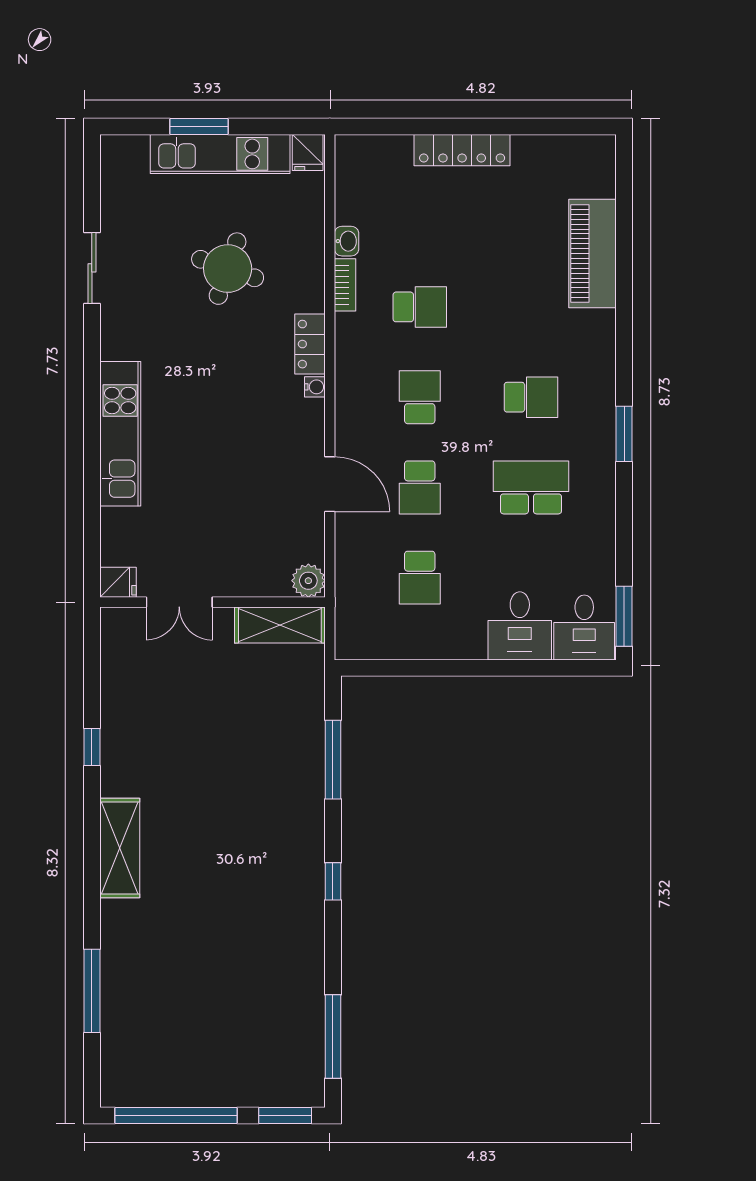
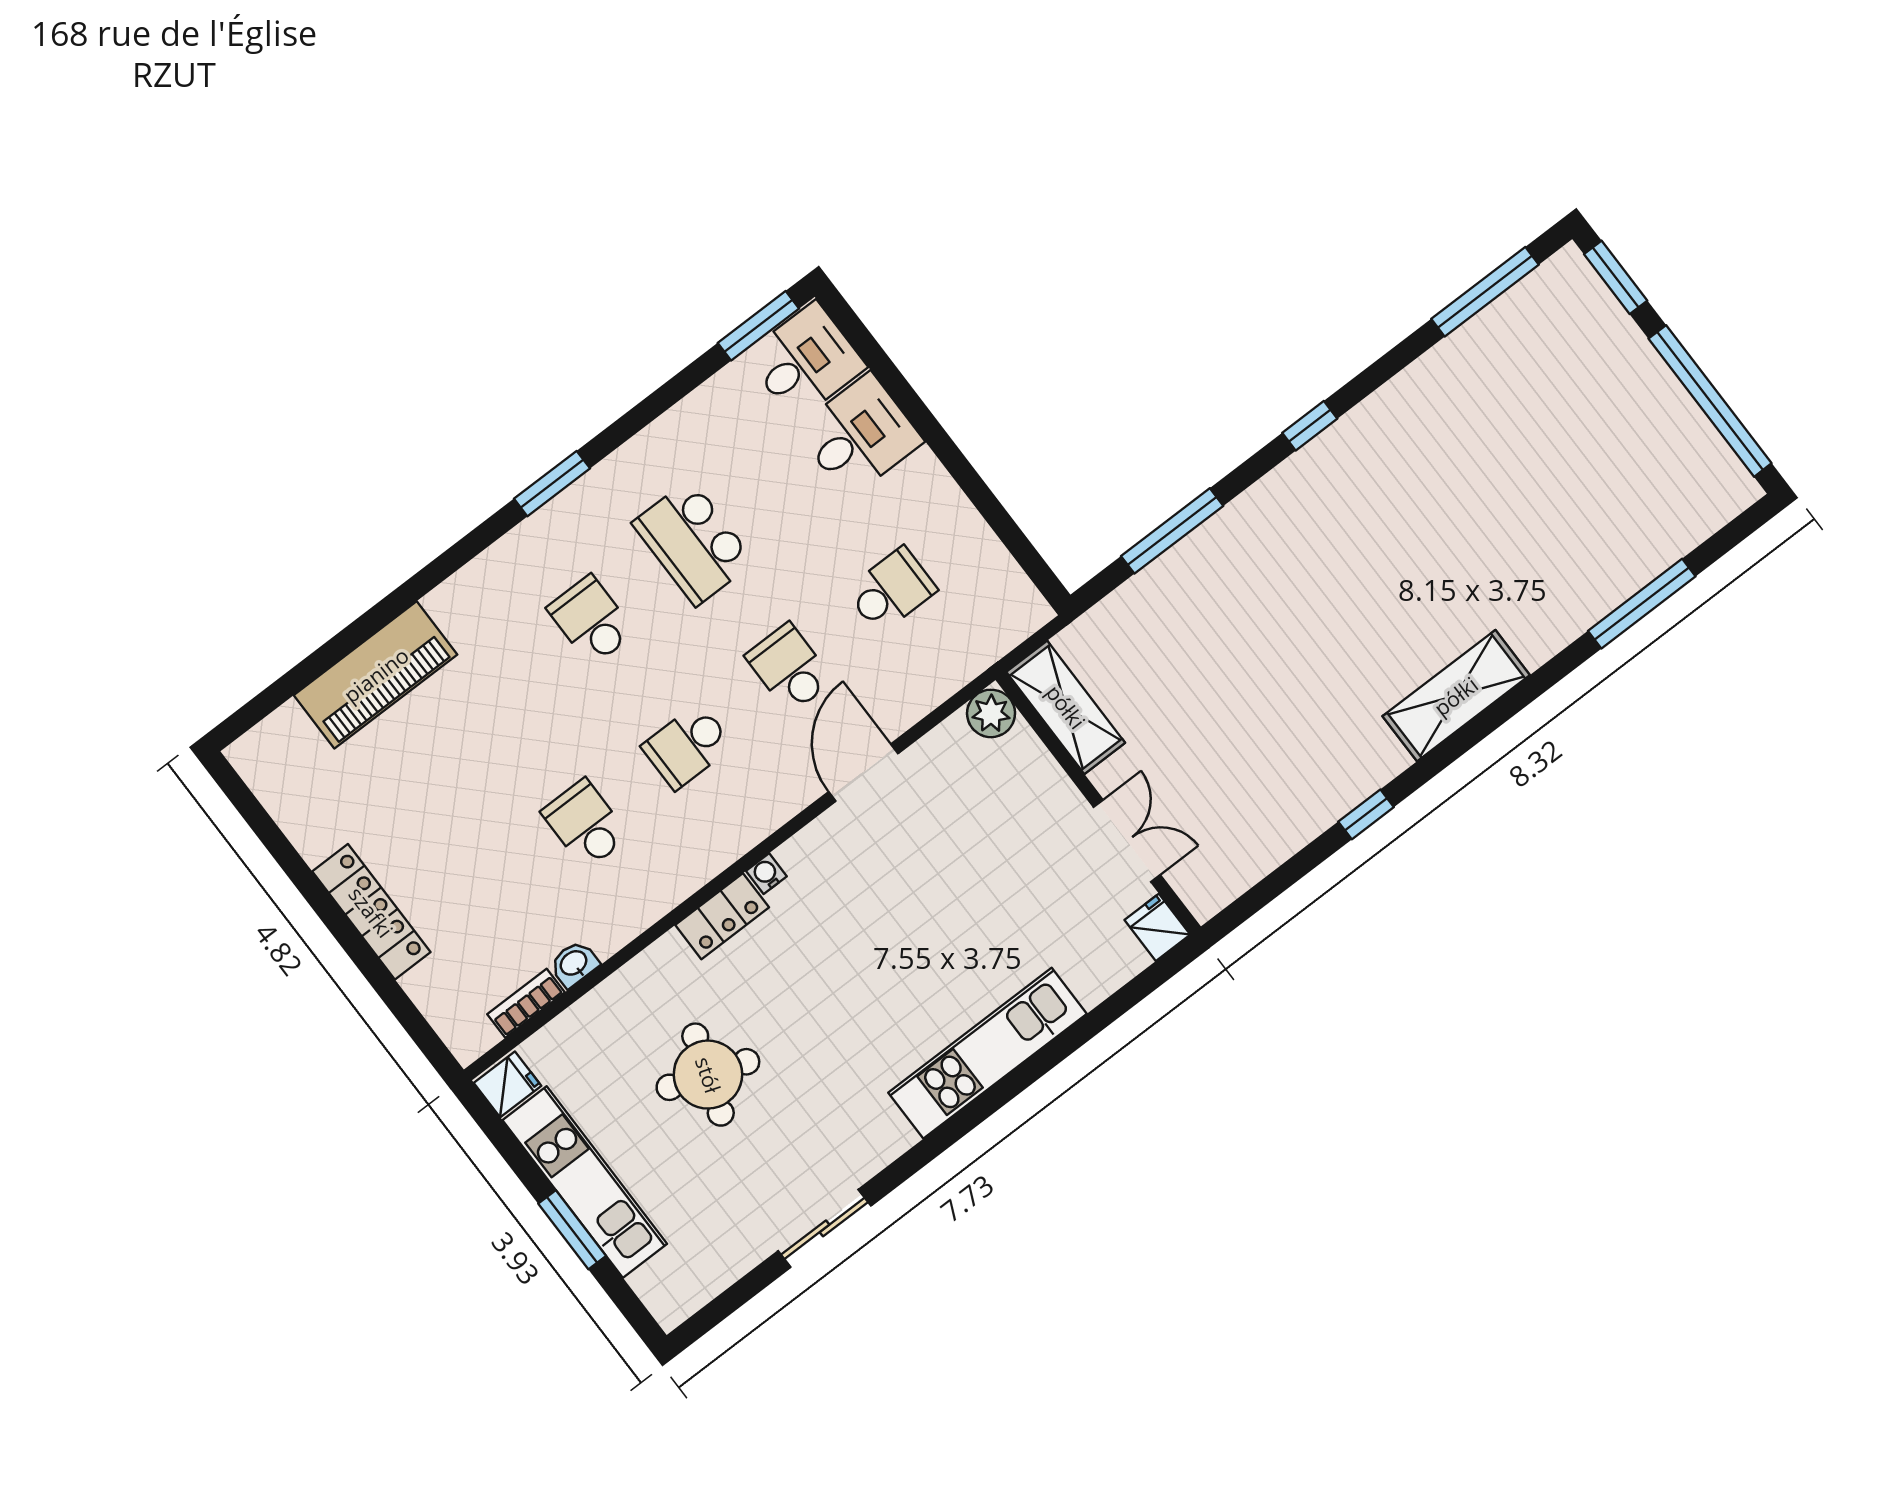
bookcase: (345, 285) -> (526, 1003), moved
school desk: (420, 487) -> (789, 668), turned -90

